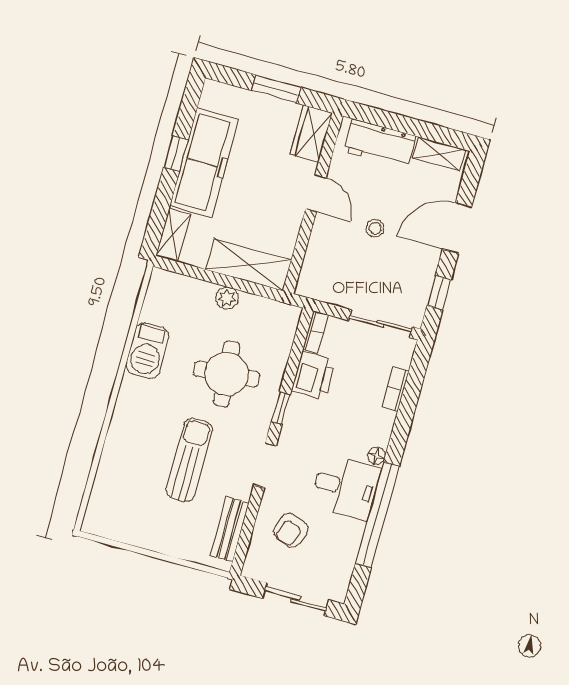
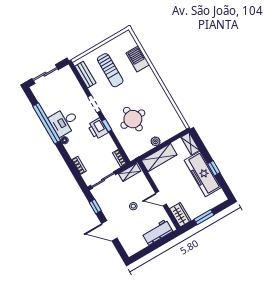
shelving: (439, 154) -> (130, 172), moved
door: (457, 228) -> (109, 231), swing flipped
barbecue: (147, 351) -> (138, 59), moved
printer: (313, 376) -> (98, 129), moved
sun lounger: (189, 460) -> (110, 70), moved
armchair: (291, 530) -> (67, 93), removed

